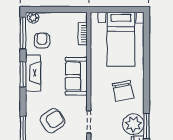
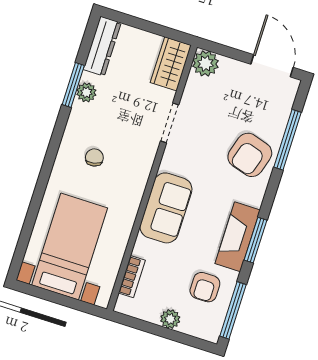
plant: (33, 18) -> (170, 319), moved
chair: (123, 91) -> (94, 157), width x0.54, depth x0.54
armchair: (53, 121) -> (250, 155), moved, turned -40
plant: (133, 124) -> (86, 92), width x0.53, depth x0.53

